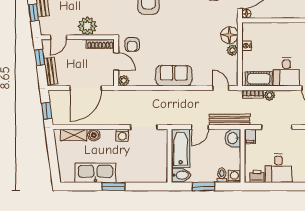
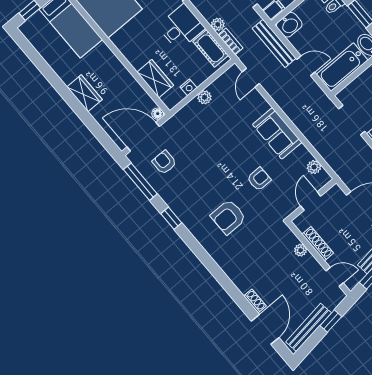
plant: (87, 26) -> (301, 250), width x0.53, depth x0.53
wardrobe: (269, 30) -> (155, 79), added
floor lamp: (229, 35) -> (192, 113), removed
shoe rack: (100, 44) -> (318, 244), moved
armchair: (132, 45) -> (259, 179), moved
plant: (124, 81) -> (314, 167), moved

